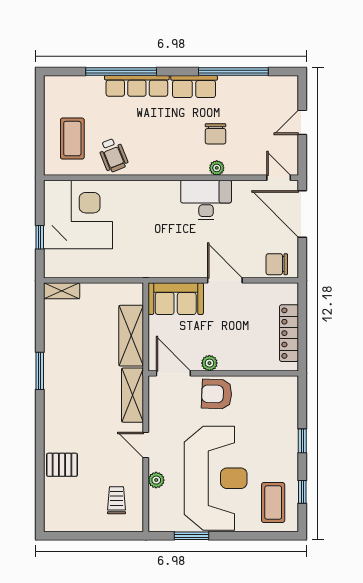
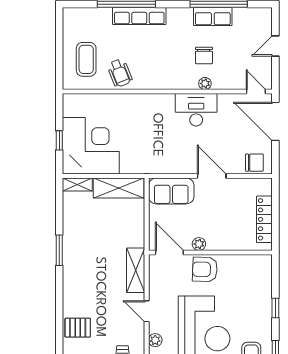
row of seats: (194, 87) -> (213, 17), moved
corner desk: (78, 214) -> (91, 146), moved
chair: (277, 264) -> (254, 163), turned 180
shelving: (131, 336) -> (119, 188), moved, turned 90

